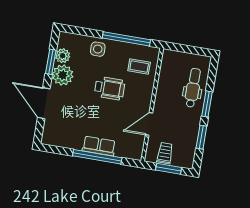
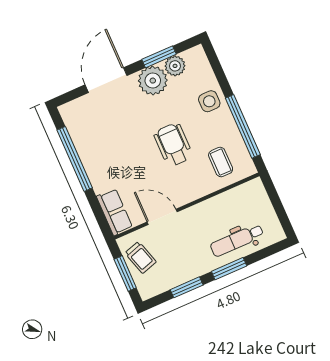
wheelchair: (110, 88) -> (173, 145), turned 180
dental chair: (193, 88) -> (237, 240), turned 180
row of seats: (99, 146) -> (114, 212), moved
trolley: (165, 153) -> (141, 257), turned 73
window: (97, 157) -> (75, 159), moved

